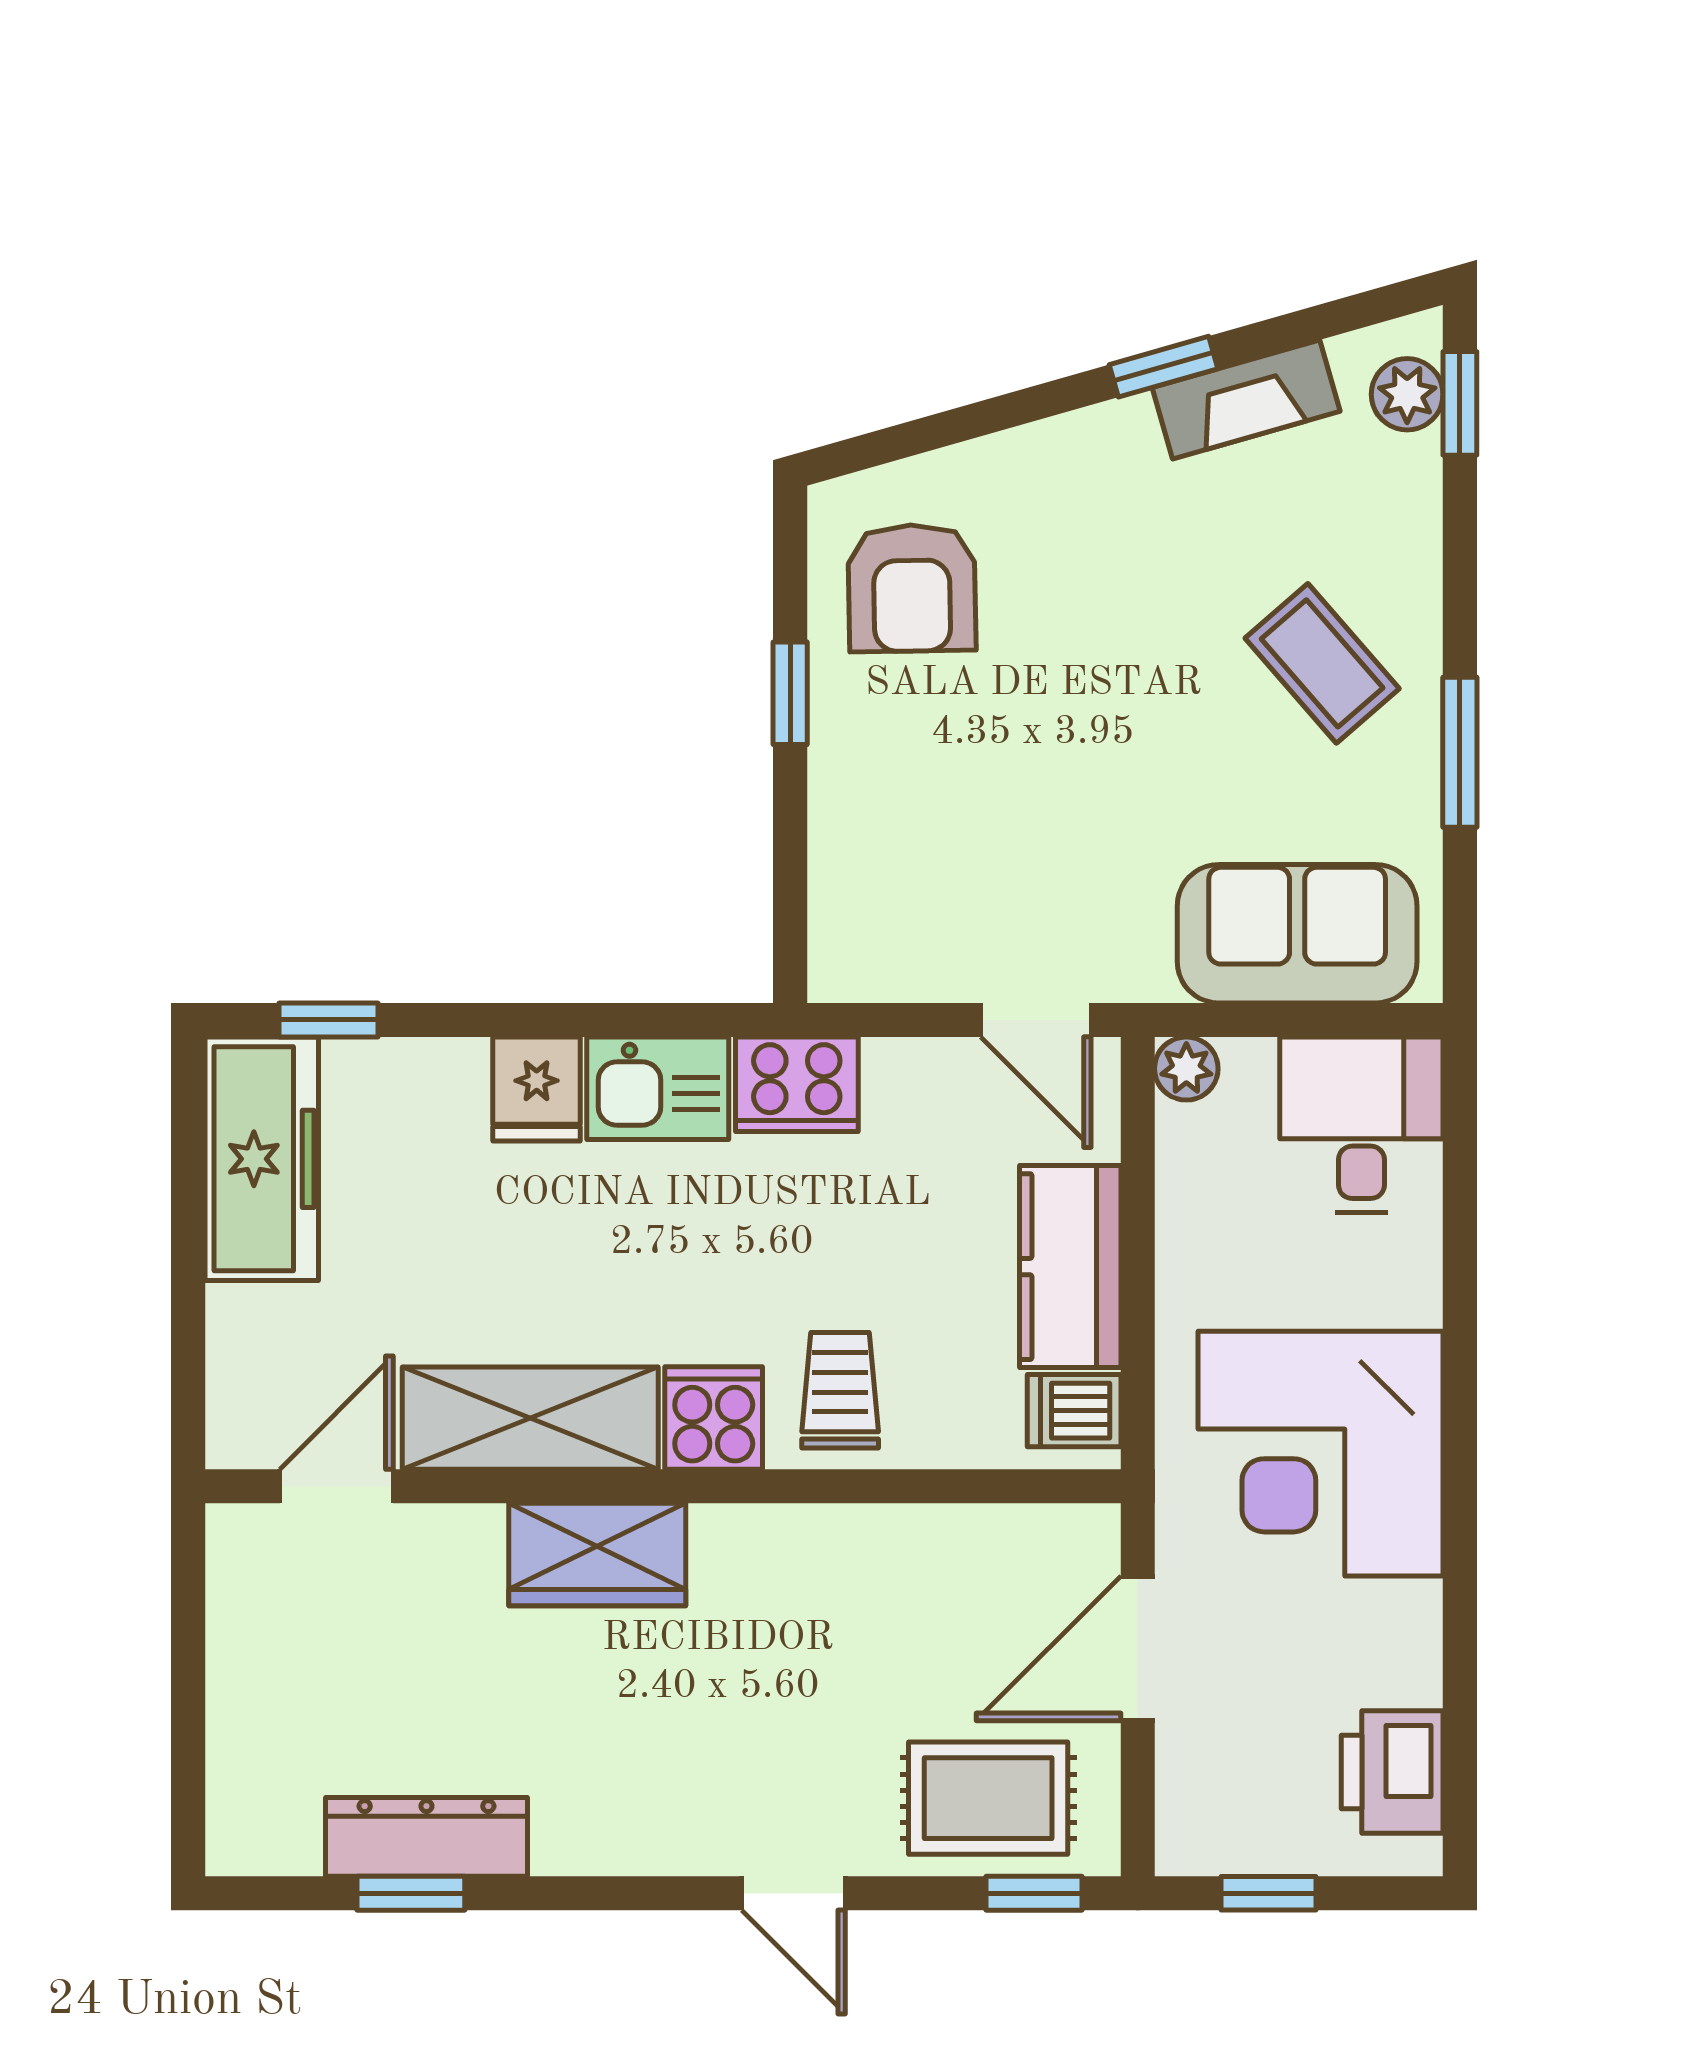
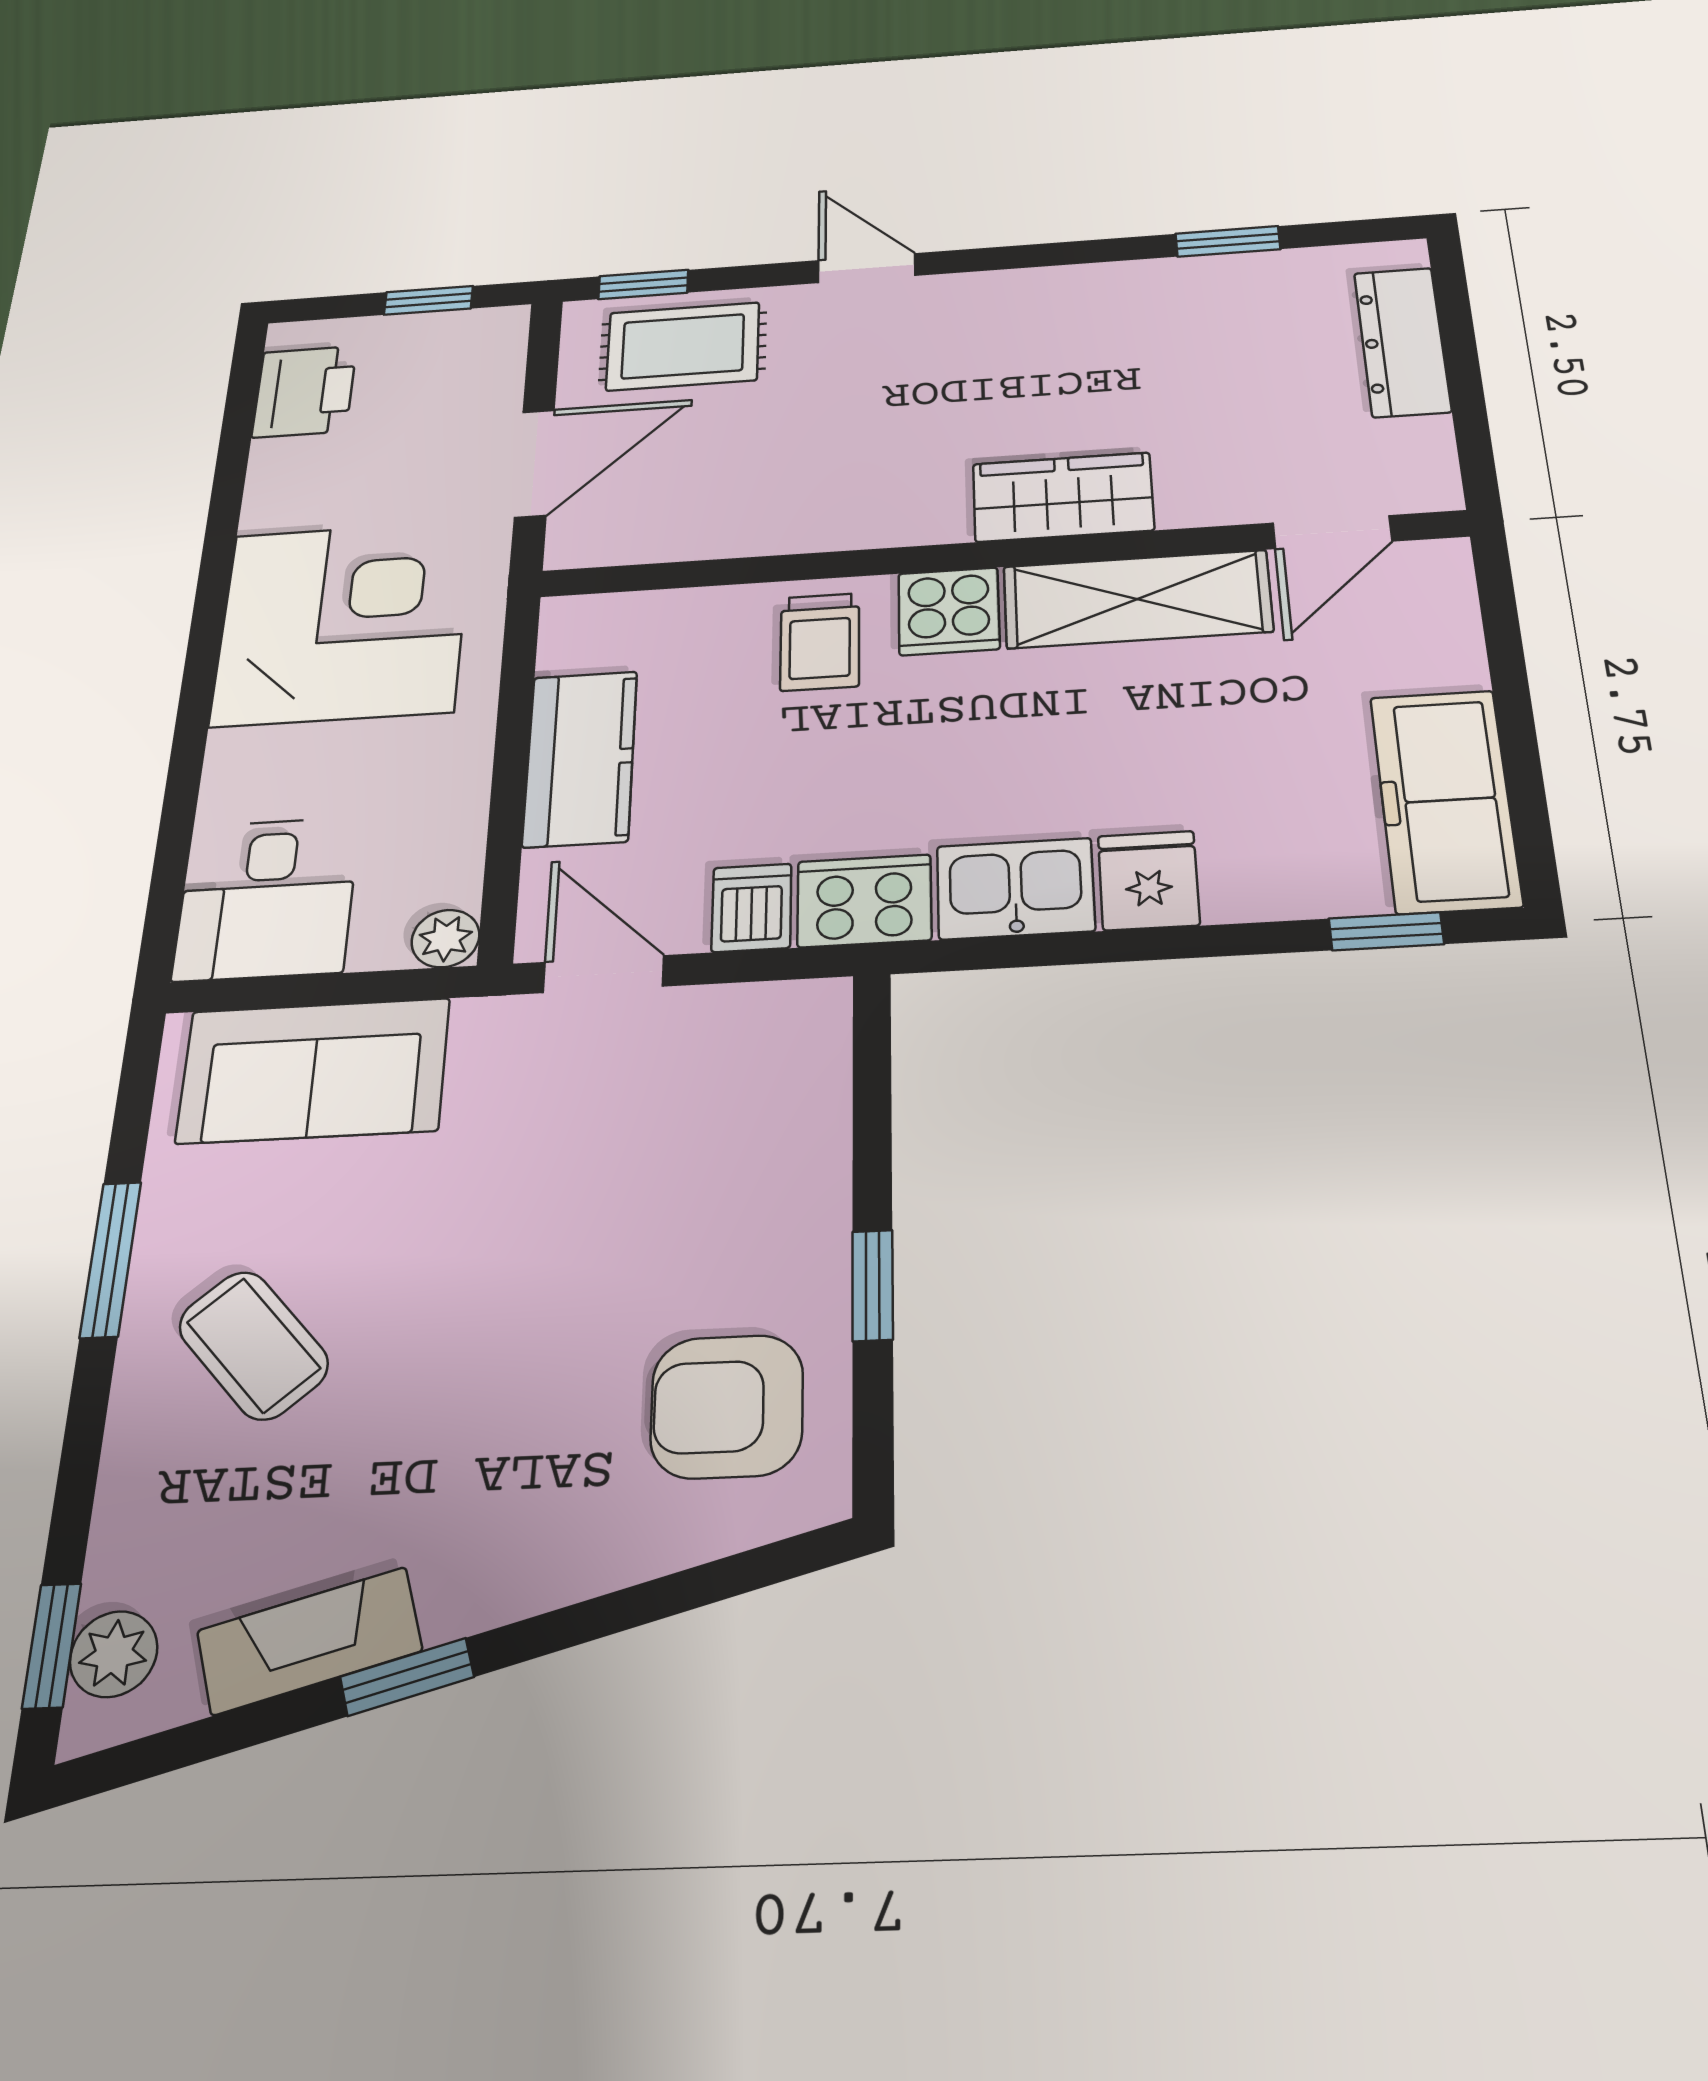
armchair: (912, 588) -> (727, 1406), turned -89
dishwasher: (1074, 1411) -> (752, 908), moved, turned -90
dresser: (426, 1837) -> (1402, 342), moved, turned 90

